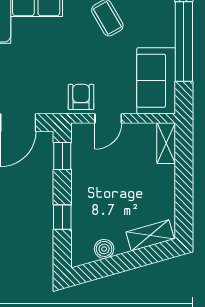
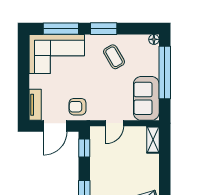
armchair: (81, 97) -> (78, 107), moved, turned -90

